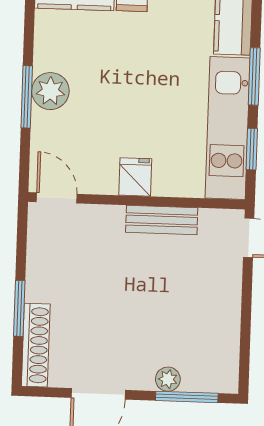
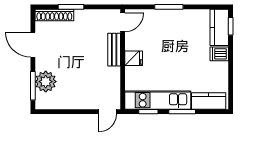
plant: (50, 91) -> (172, 18), removed
bench: (162, 220) -> (114, 50), moved
plant: (168, 379) -> (46, 82), width x1.87, depth x1.87

